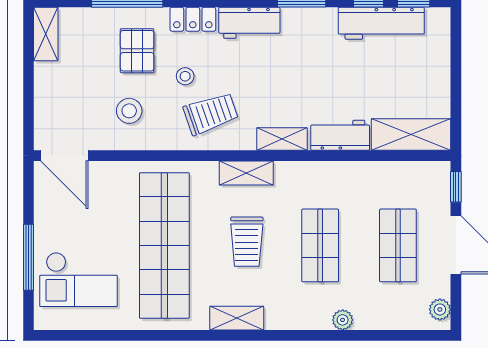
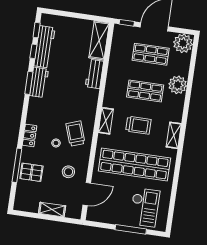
workbench: (249, 23) -> (39, 82), moved
shelving: (46, 34) -> (52, 210), moved
pallet: (137, 51) -> (31, 172), moved
shelving: (282, 139) -> (92, 102), removed
door: (64, 156) -> (87, 194), moved
plant: (440, 309) -> (183, 43), width x1.87, depth x1.87
plant: (343, 320) -> (178, 85), width x1.87, depth x1.87

